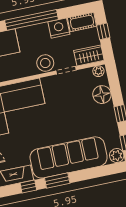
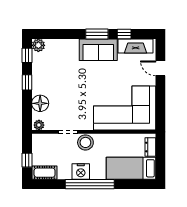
nightstand: (59, 28) -> (81, 172), moved
wardrobe: (89, 55) -> (45, 141), removed
sofa: (69, 157) -> (98, 50), width x0.54, depth x0.79

